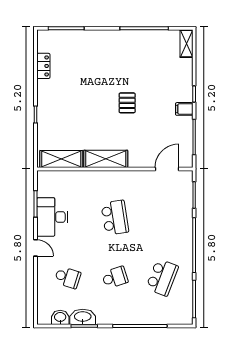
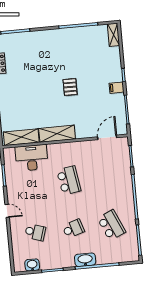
desk: (52, 217) -> (32, 158), moved, turned 90
school desk: (162, 277) -> (111, 225), turned -45
washbasin: (83, 317) -> (85, 260), moved

